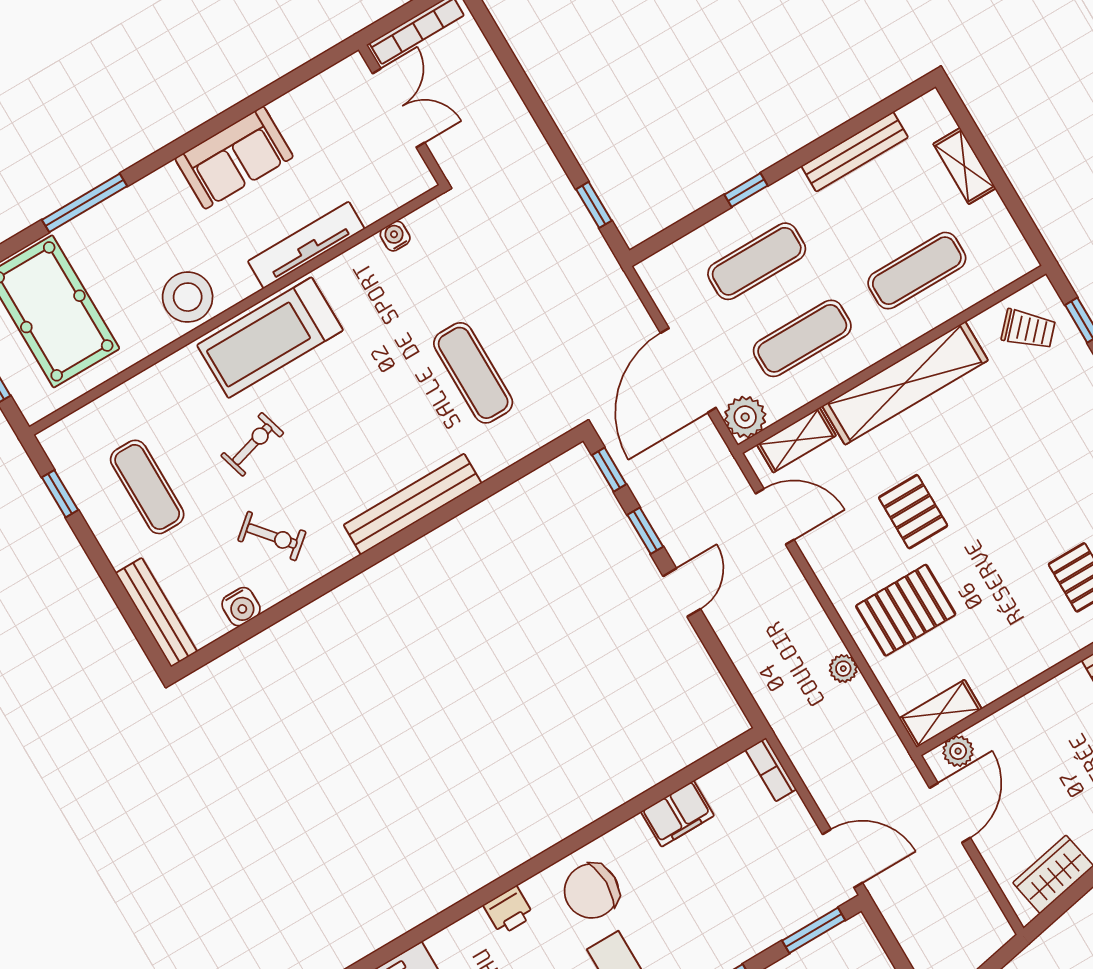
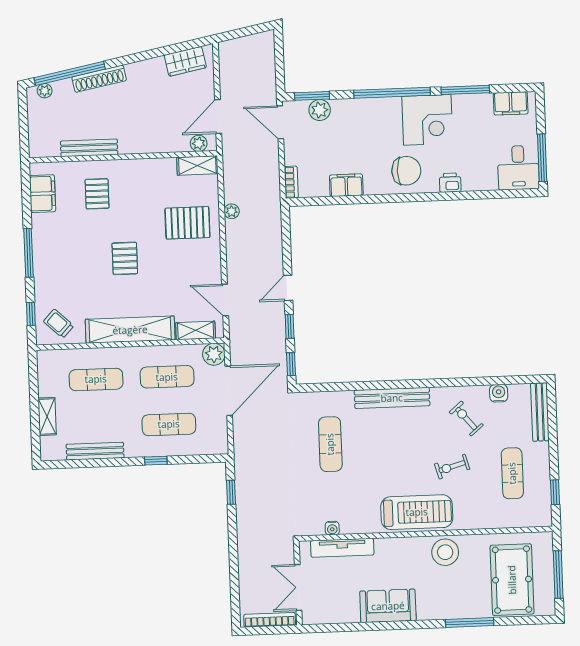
tv unit: (306, 245) -> (342, 548), moved
pallet: (913, 512) -> (125, 258), moved
plant: (788, 914) -> (320, 110), added

